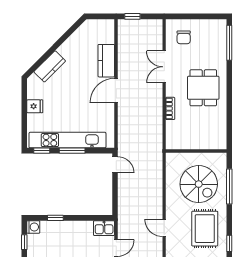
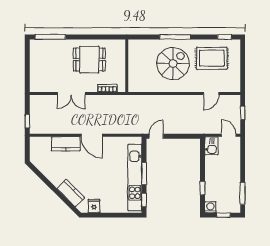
chair: (184, 37) -> (46, 77), removed
fridge: (35, 106) -> (94, 206), moved
wall: (196, 151) -> (127, 66), moved

